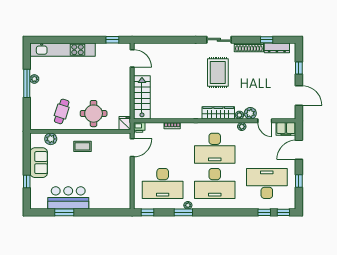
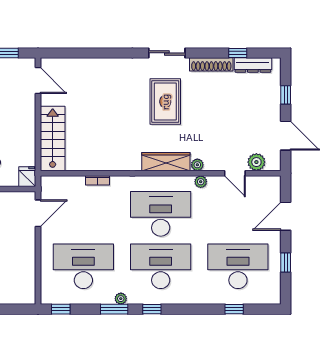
plant: (250, 113) -> (256, 162), moved
printer: (139, 127) -> (49, 183), removed
filing cabinet: (286, 129) -> (266, 185), removed
desk: (215, 148) -> (161, 214), turned 180
desk: (163, 183) -> (83, 266), turned 180
desk: (215, 183) -> (161, 266), turned 180
window: (283, 212) -> (152, 309), moved

